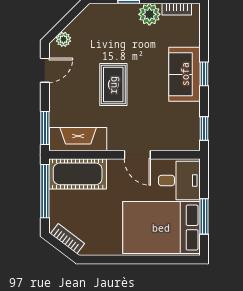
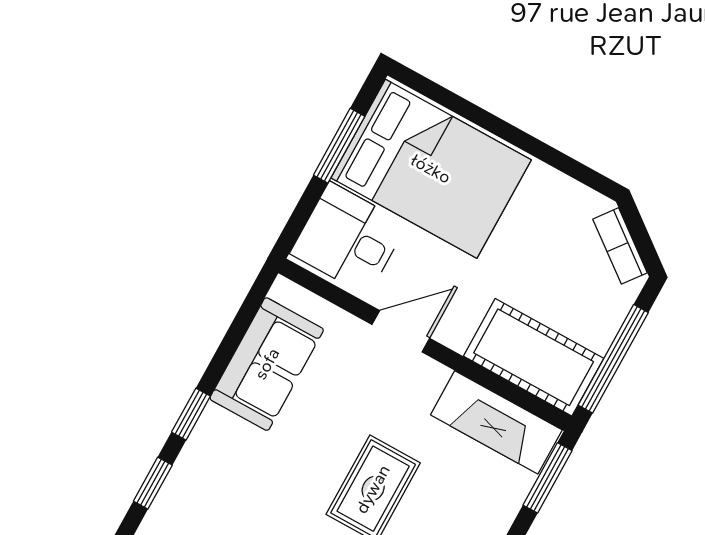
sofa: (185, 74) -> (267, 364), moved
window: (204, 128) -> (153, 483), moved
door: (137, 155) -> (401, 331), hinge flipped

